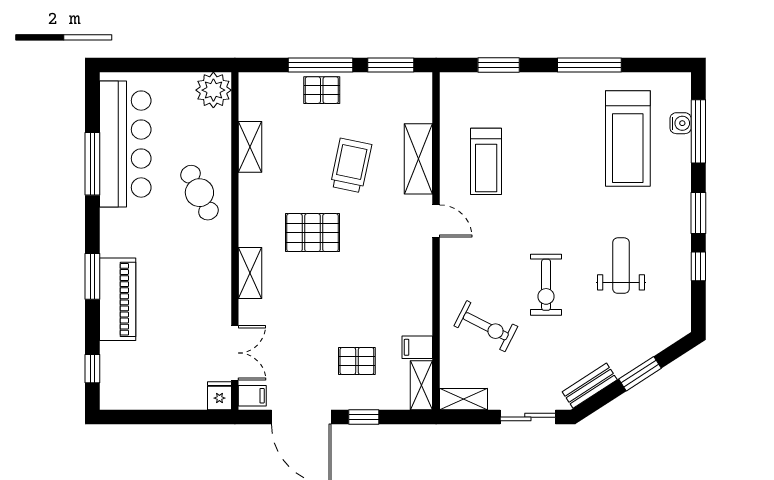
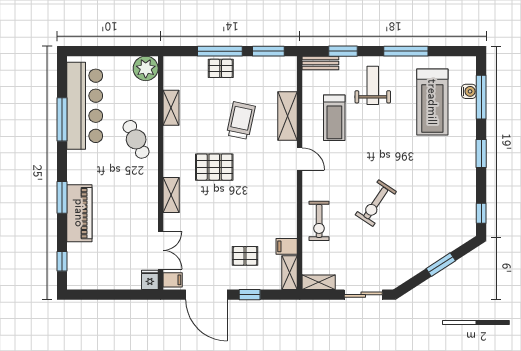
weight bench: (621, 266) -> (373, 85), moved
window: (698, 266) -> (481, 213), moved
exercise bike: (546, 285) -> (376, 203), turned 34
exercise bike: (486, 326) -> (319, 221), moved, turned 63
bench: (590, 386) -> (320, 63), moved, turned 33

